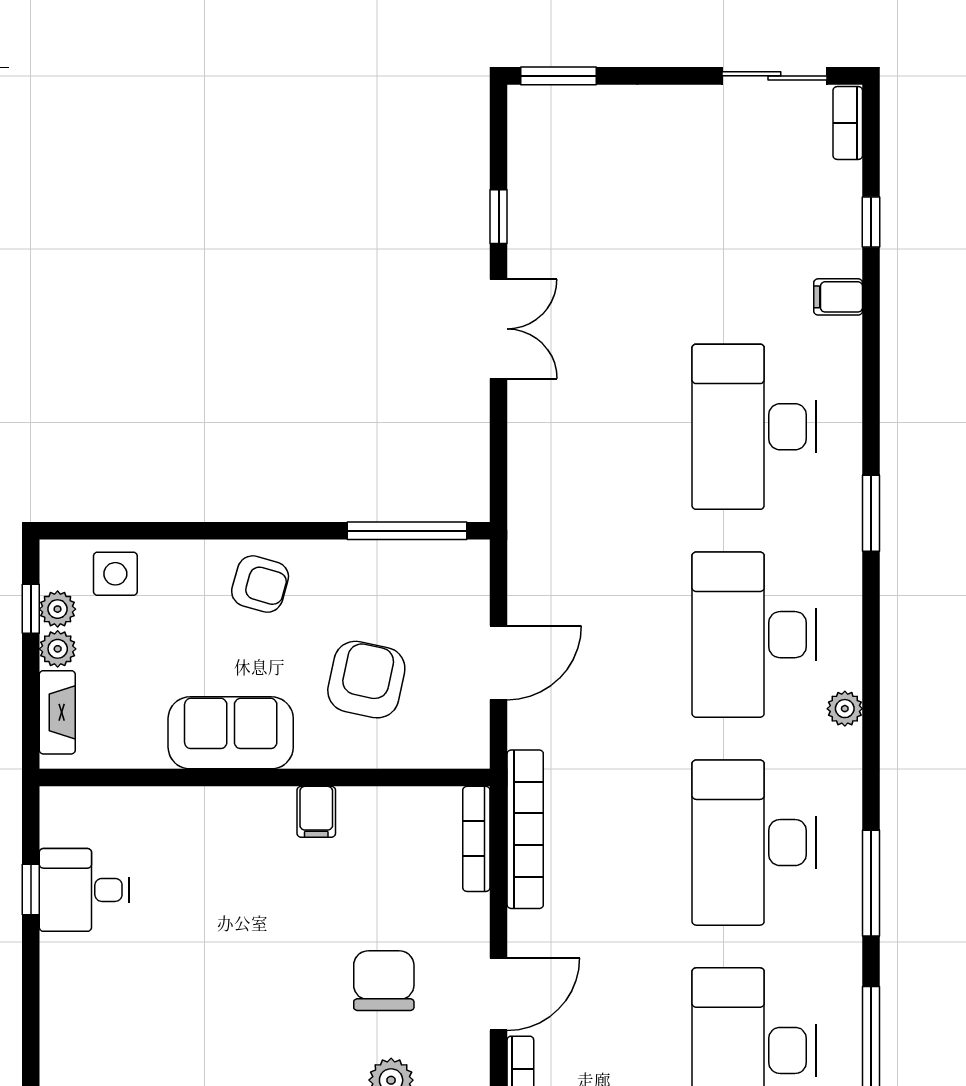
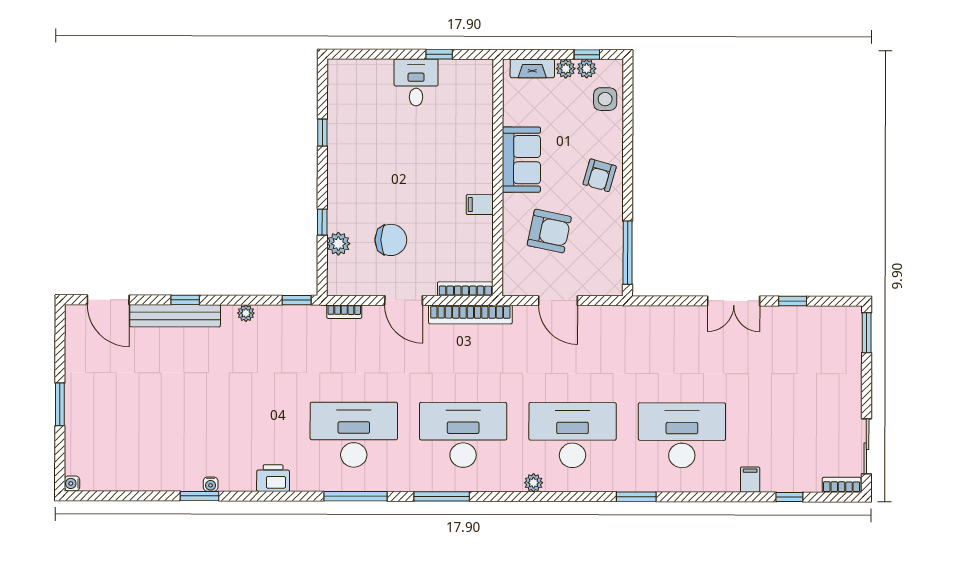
desk: (84, 890) -> (416, 82), moved
door: (499, 994) -> (404, 300), moved

